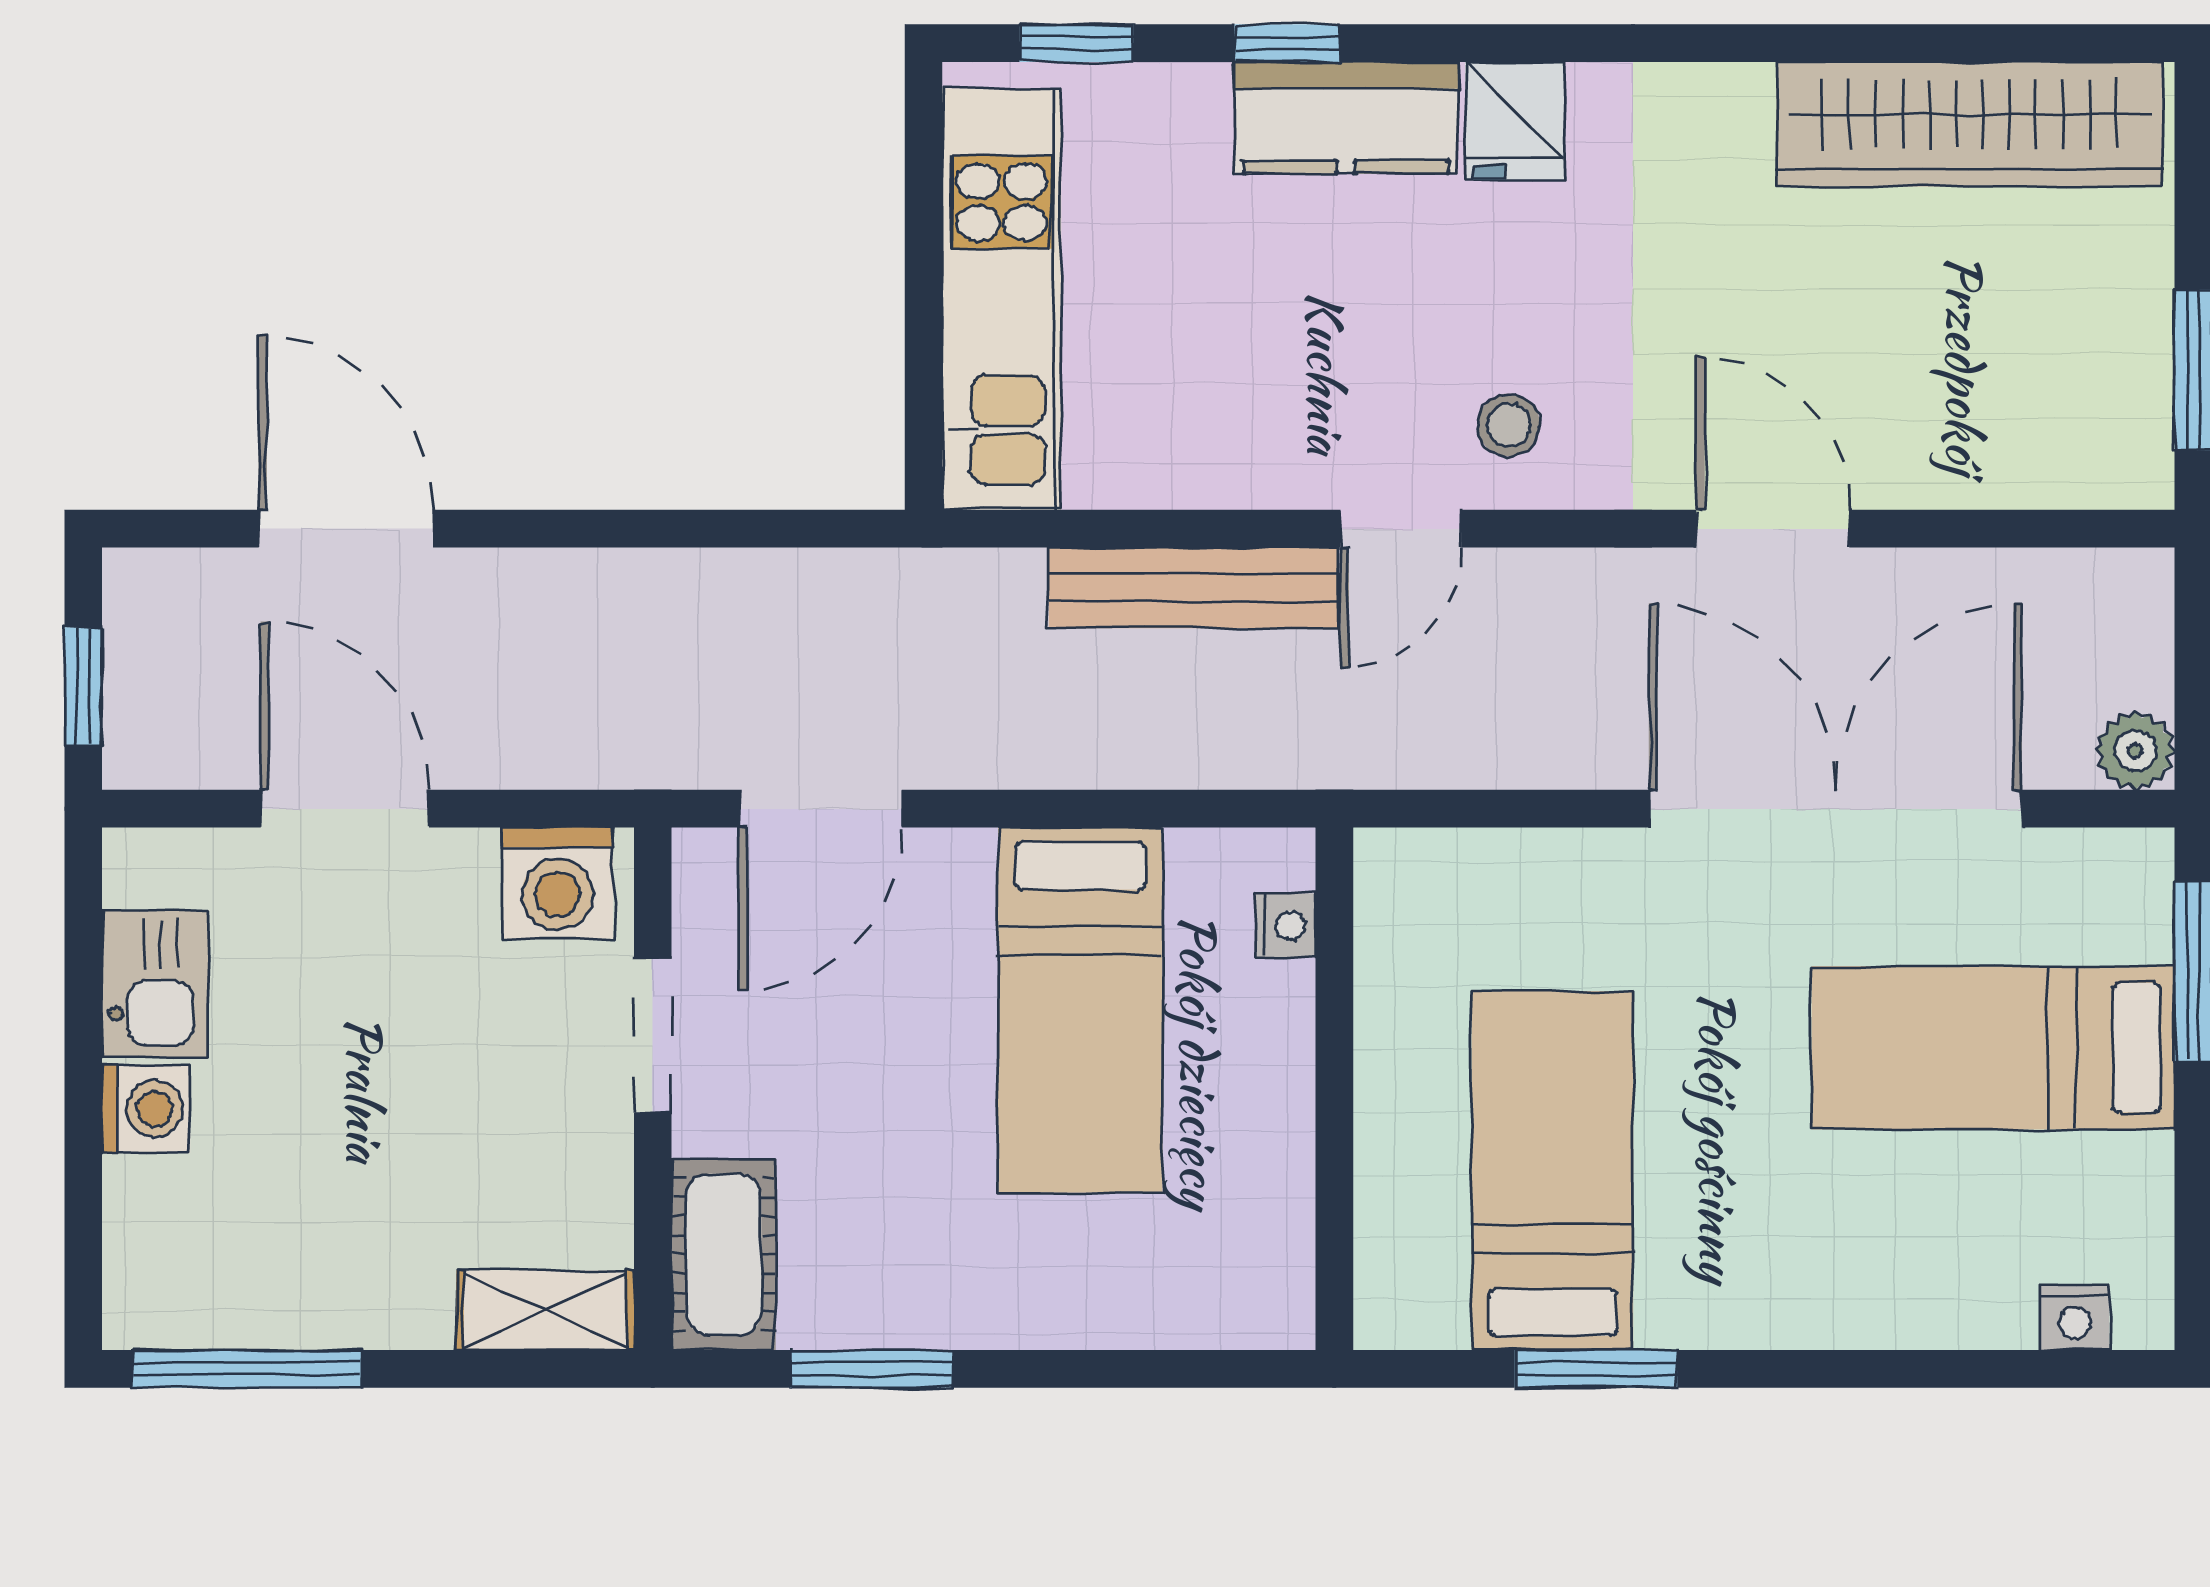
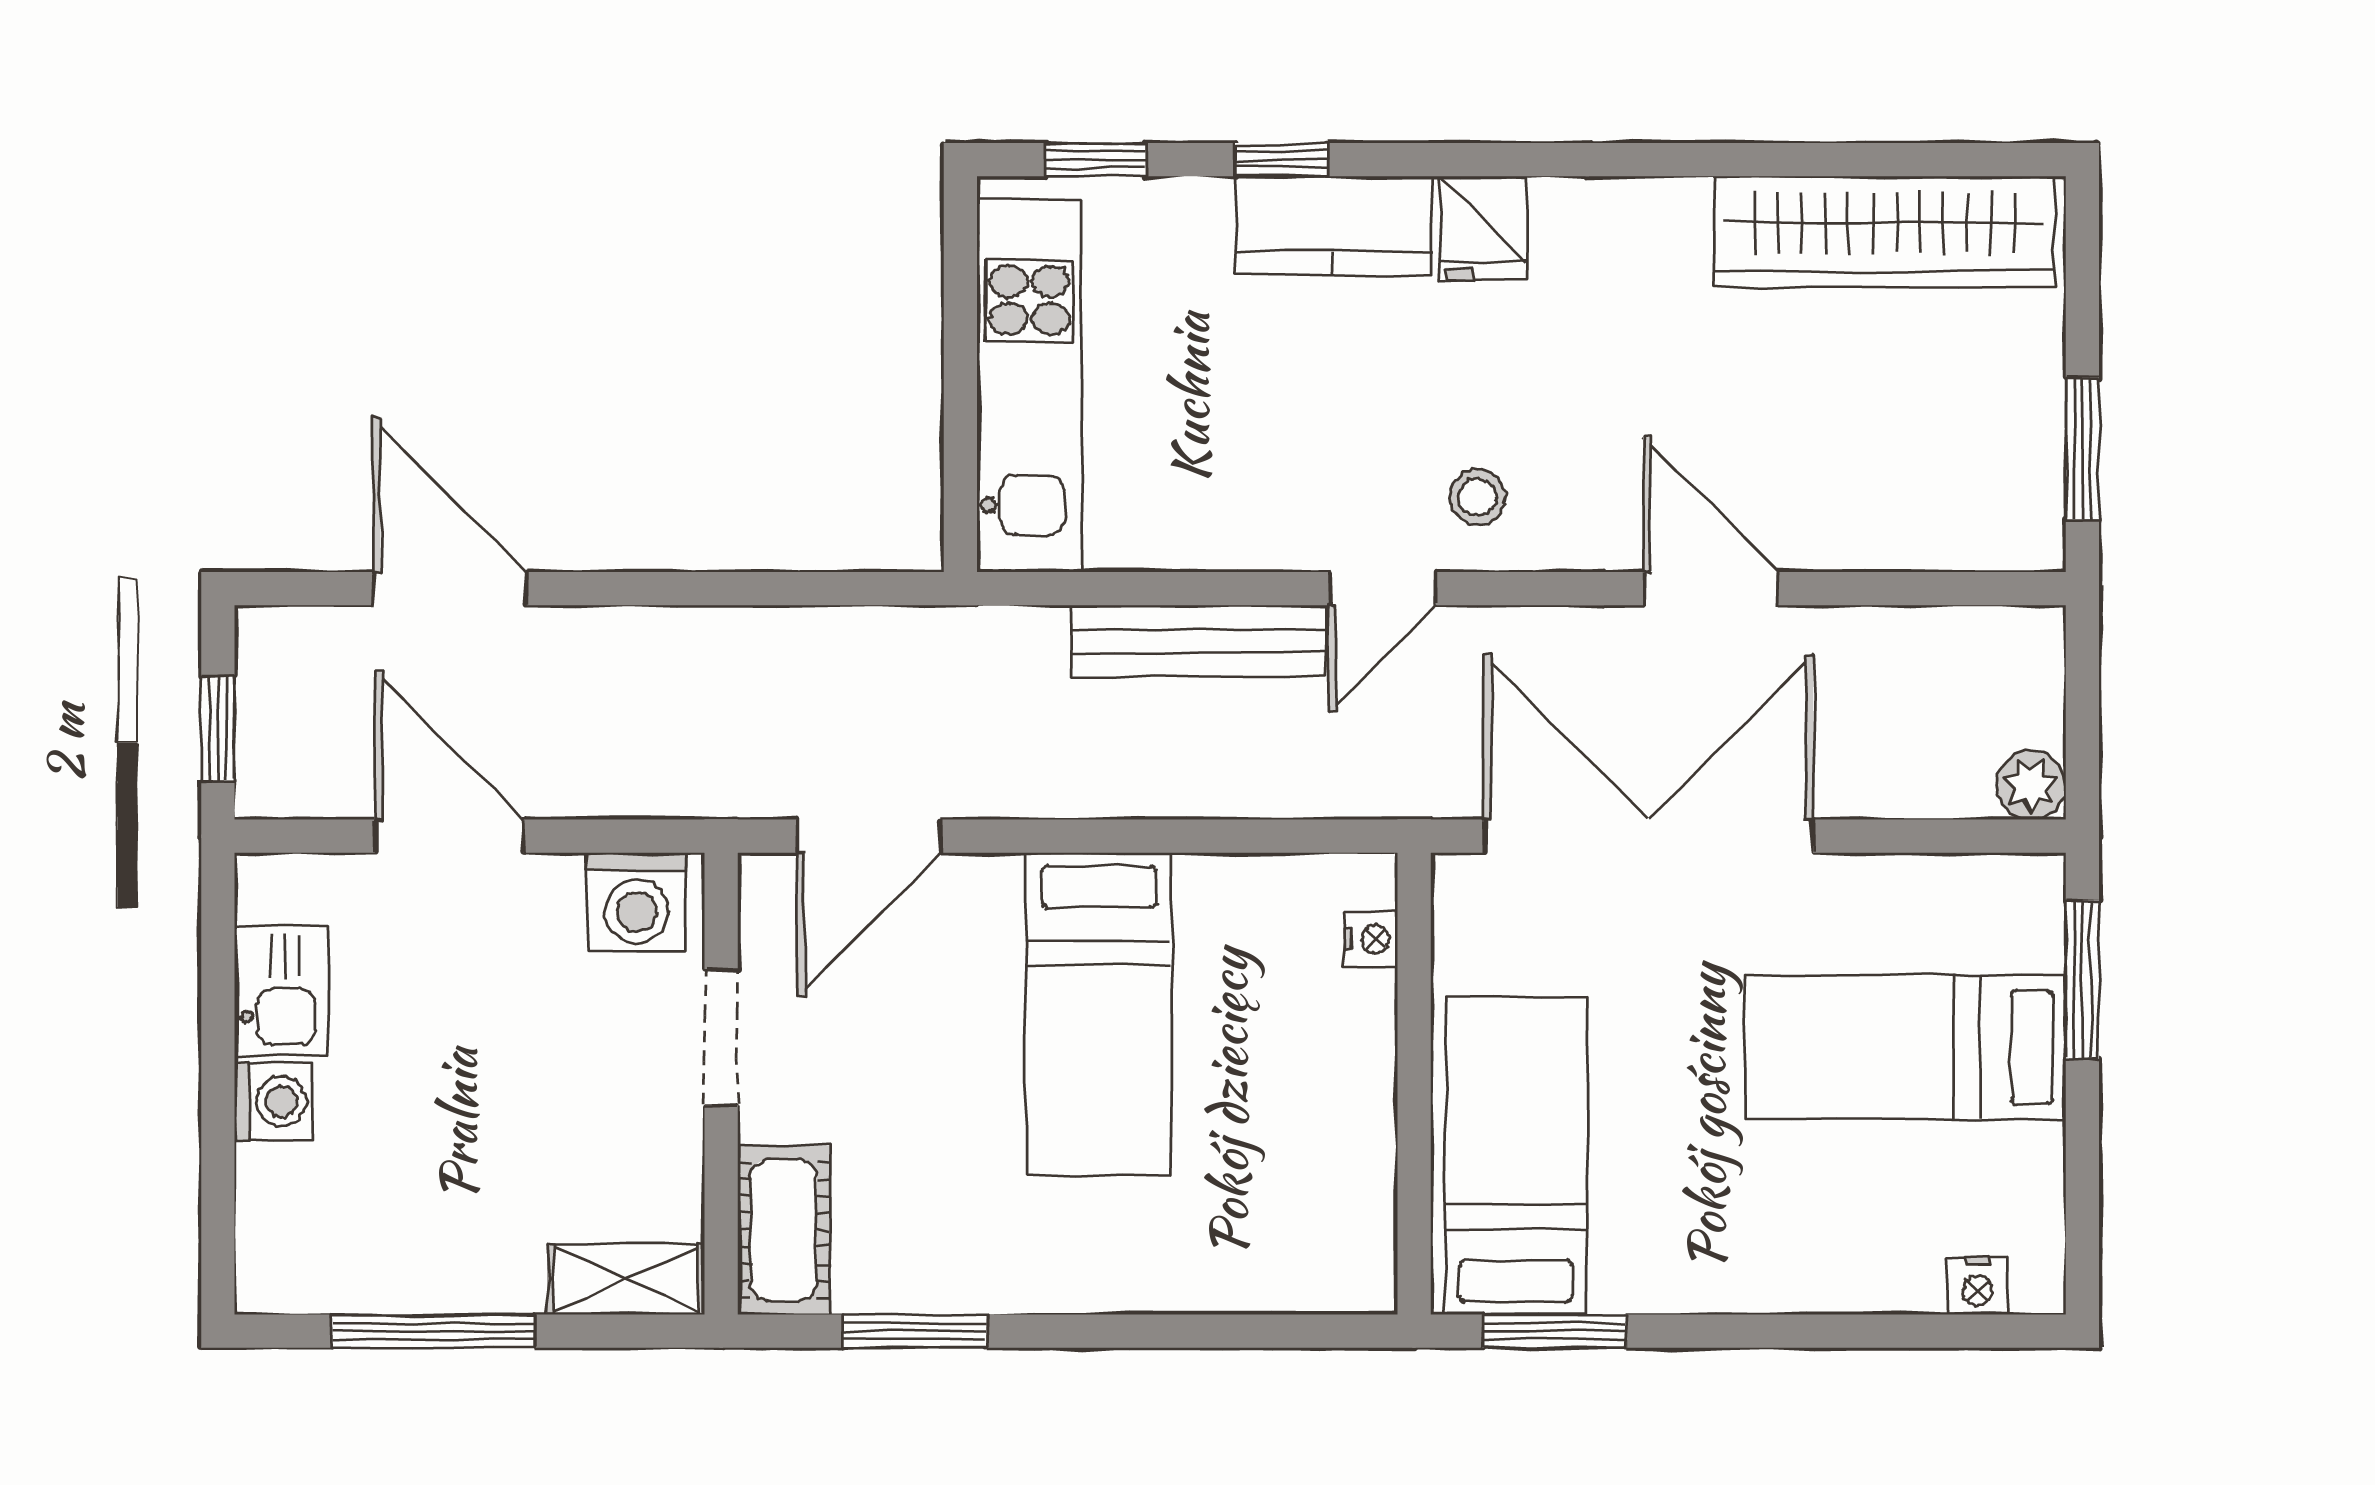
double door: (1835, 809) -> (1648, 836), moved
nightstand: (1286, 925) -> (1371, 939), moved
wall: (1334, 1089) -> (1414, 1084), moved
window: (247, 1369) -> (433, 1331), moved

